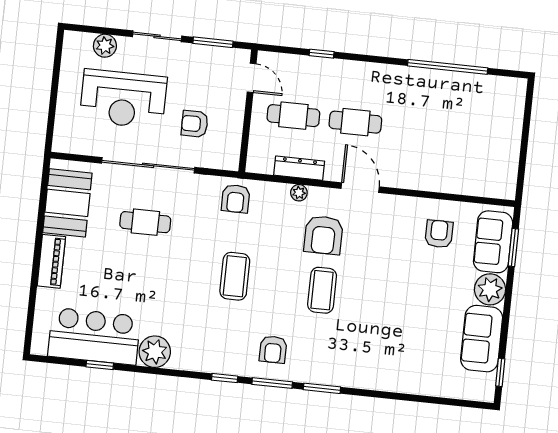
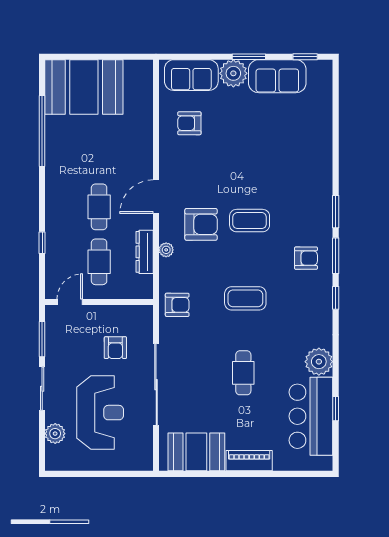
booth: (492, 119) -> (84, 87), added
cafe table: (145, 222) -> (243, 373), moved
window: (513, 248) -> (249, 57), moved

